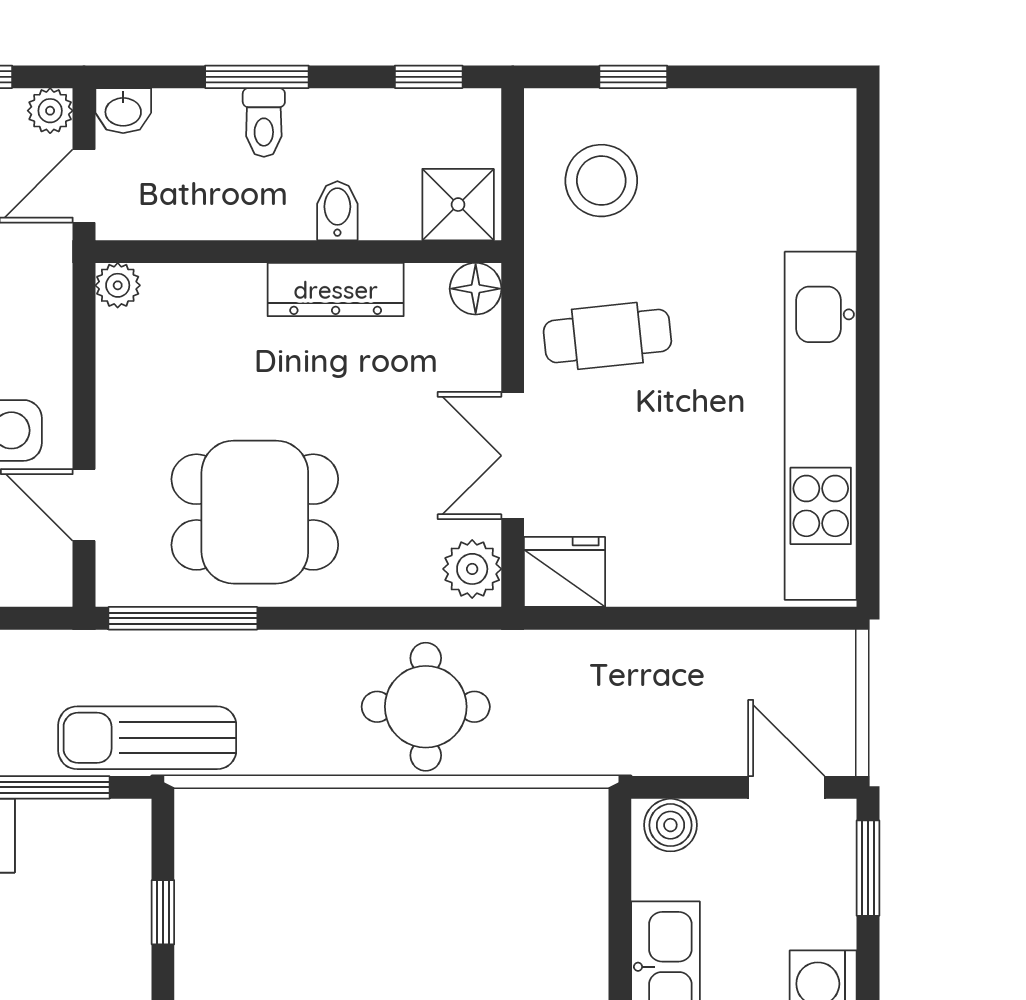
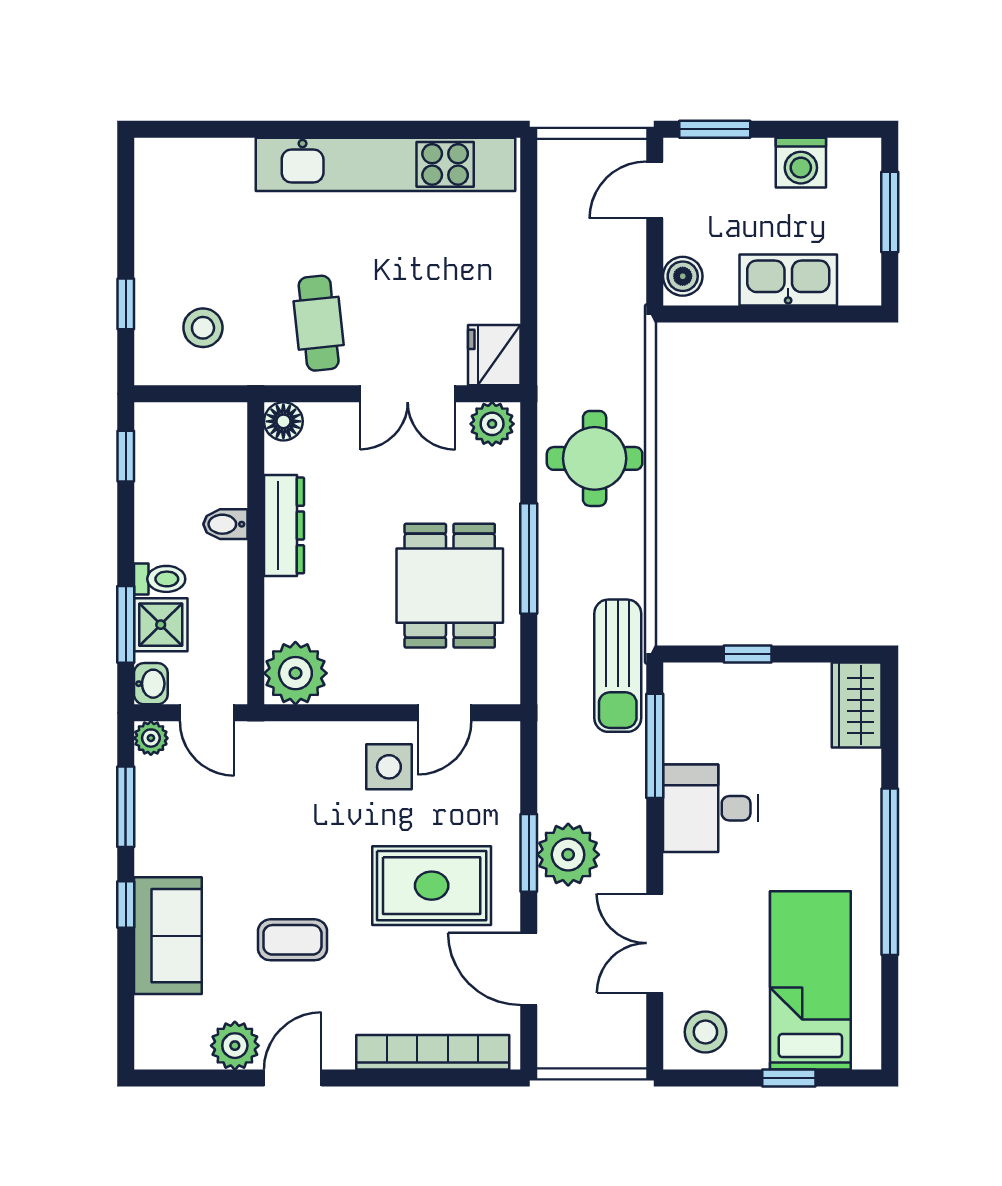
window: (257, 77) -> (126, 624), moved
stool: (601, 181) -> (203, 328), width x0.73, depth x0.73
shower: (458, 205) -> (161, 625), moved
plant: (118, 285) -> (295, 673), width x1.88, depth x1.88
window: (183, 618) -> (529, 558), moved

